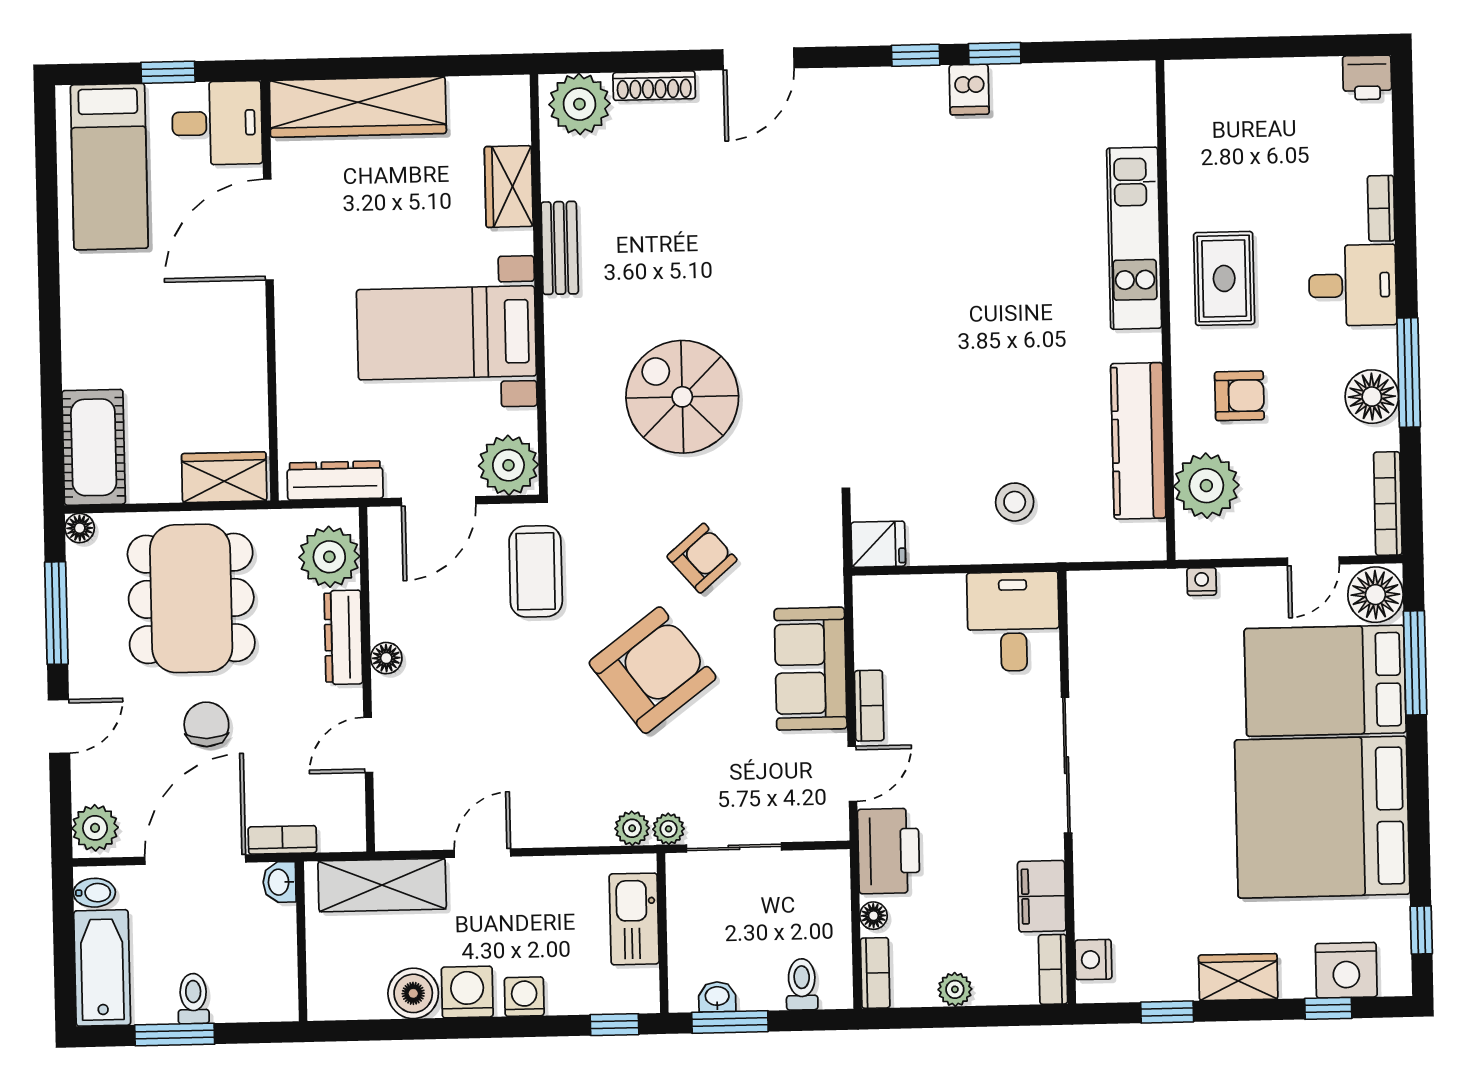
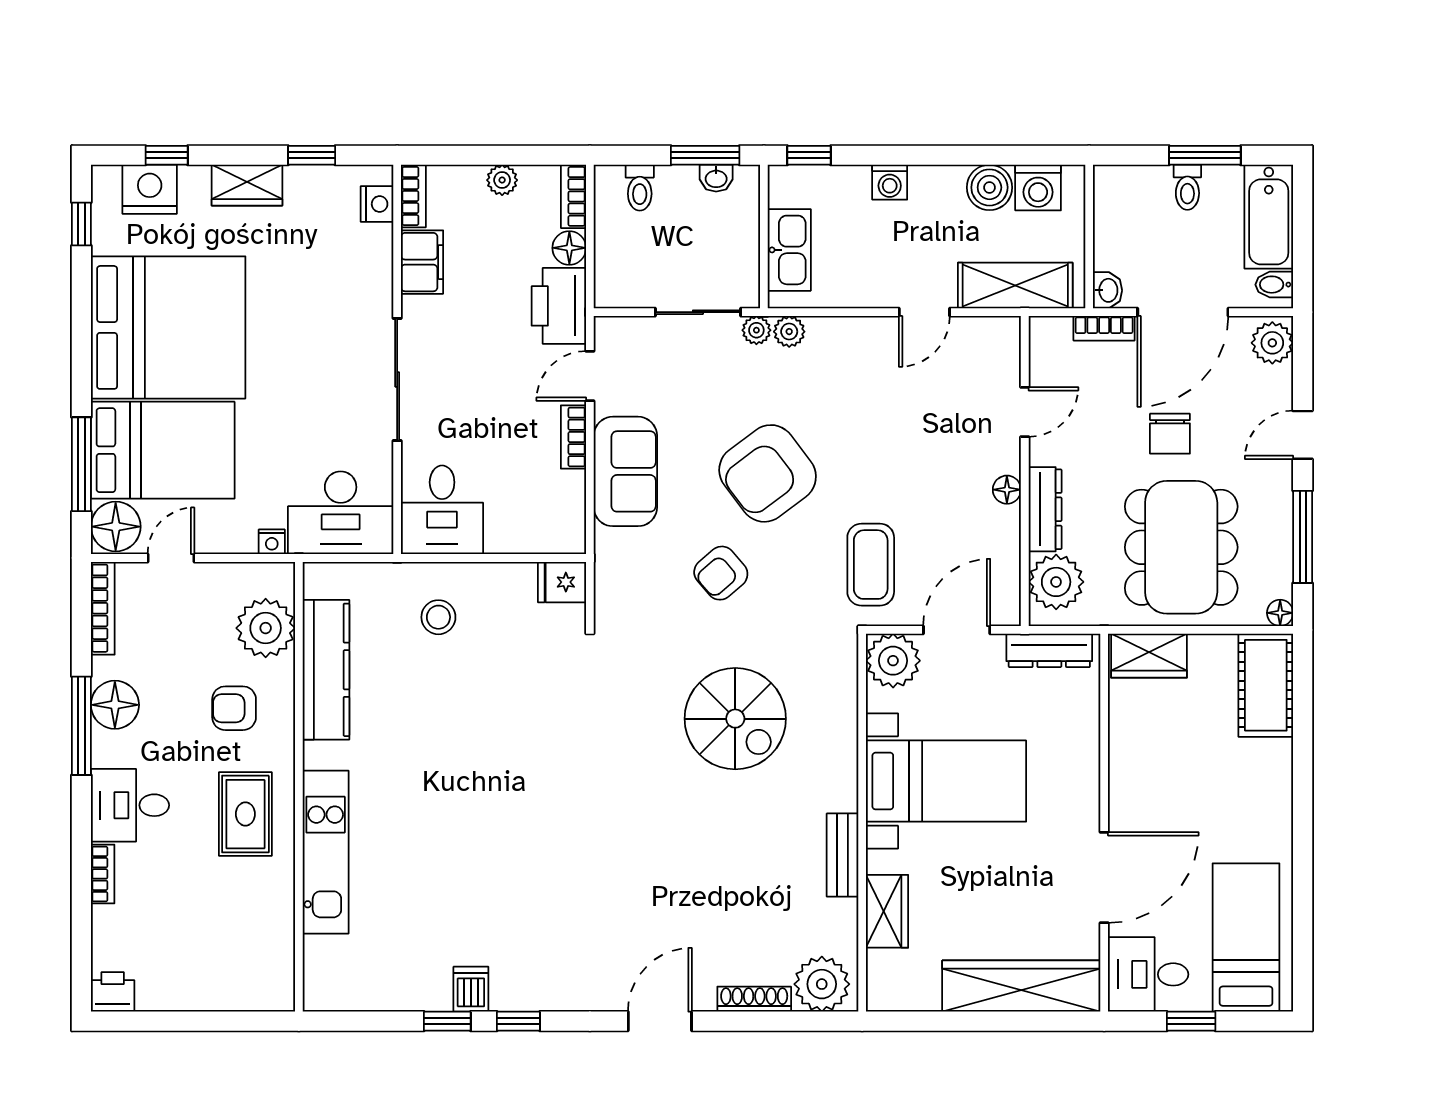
desk: (1126, 616) -> (341, 513), added
floor lamp: (873, 916) -> (569, 248), width x1.37, depth x1.37
washing machine: (467, 992) -> (1038, 188), moved

